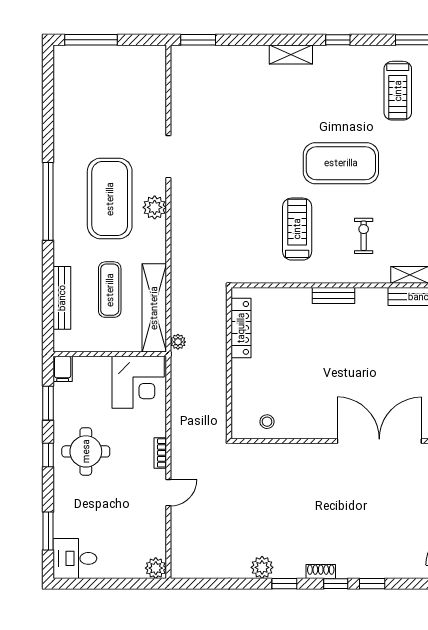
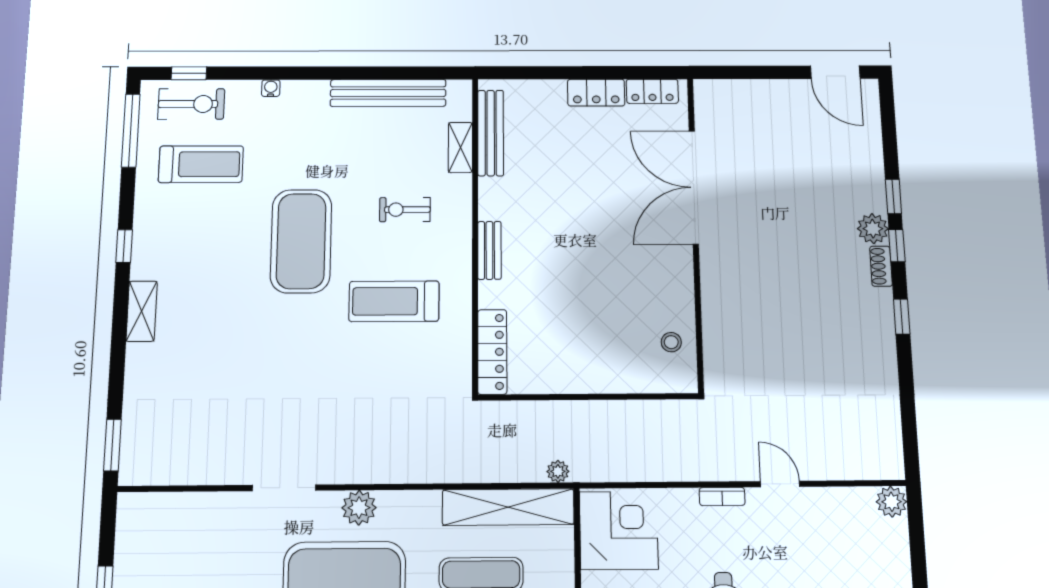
locker: (241, 328) -> (492, 352), moved, turned 90
plant: (262, 567) -> (873, 229), moved

